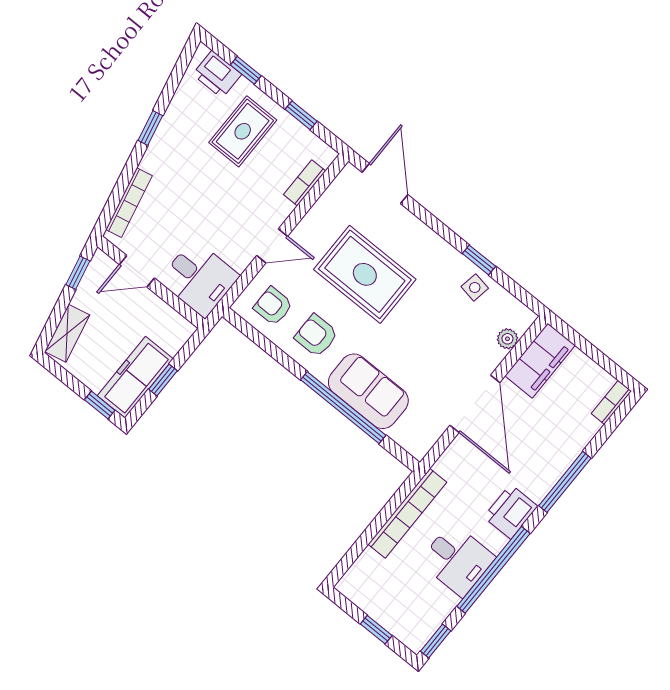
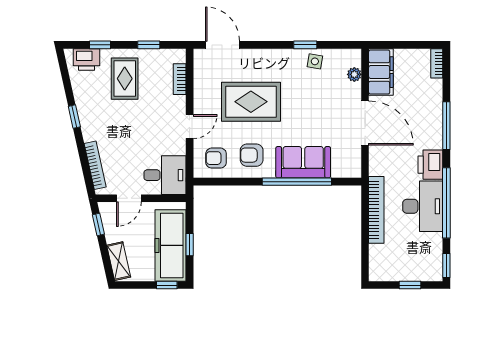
freezer: (135, 377) -> (170, 245), width x1.36, depth x1.26
desk: (457, 560) -> (423, 206), width x1.37

